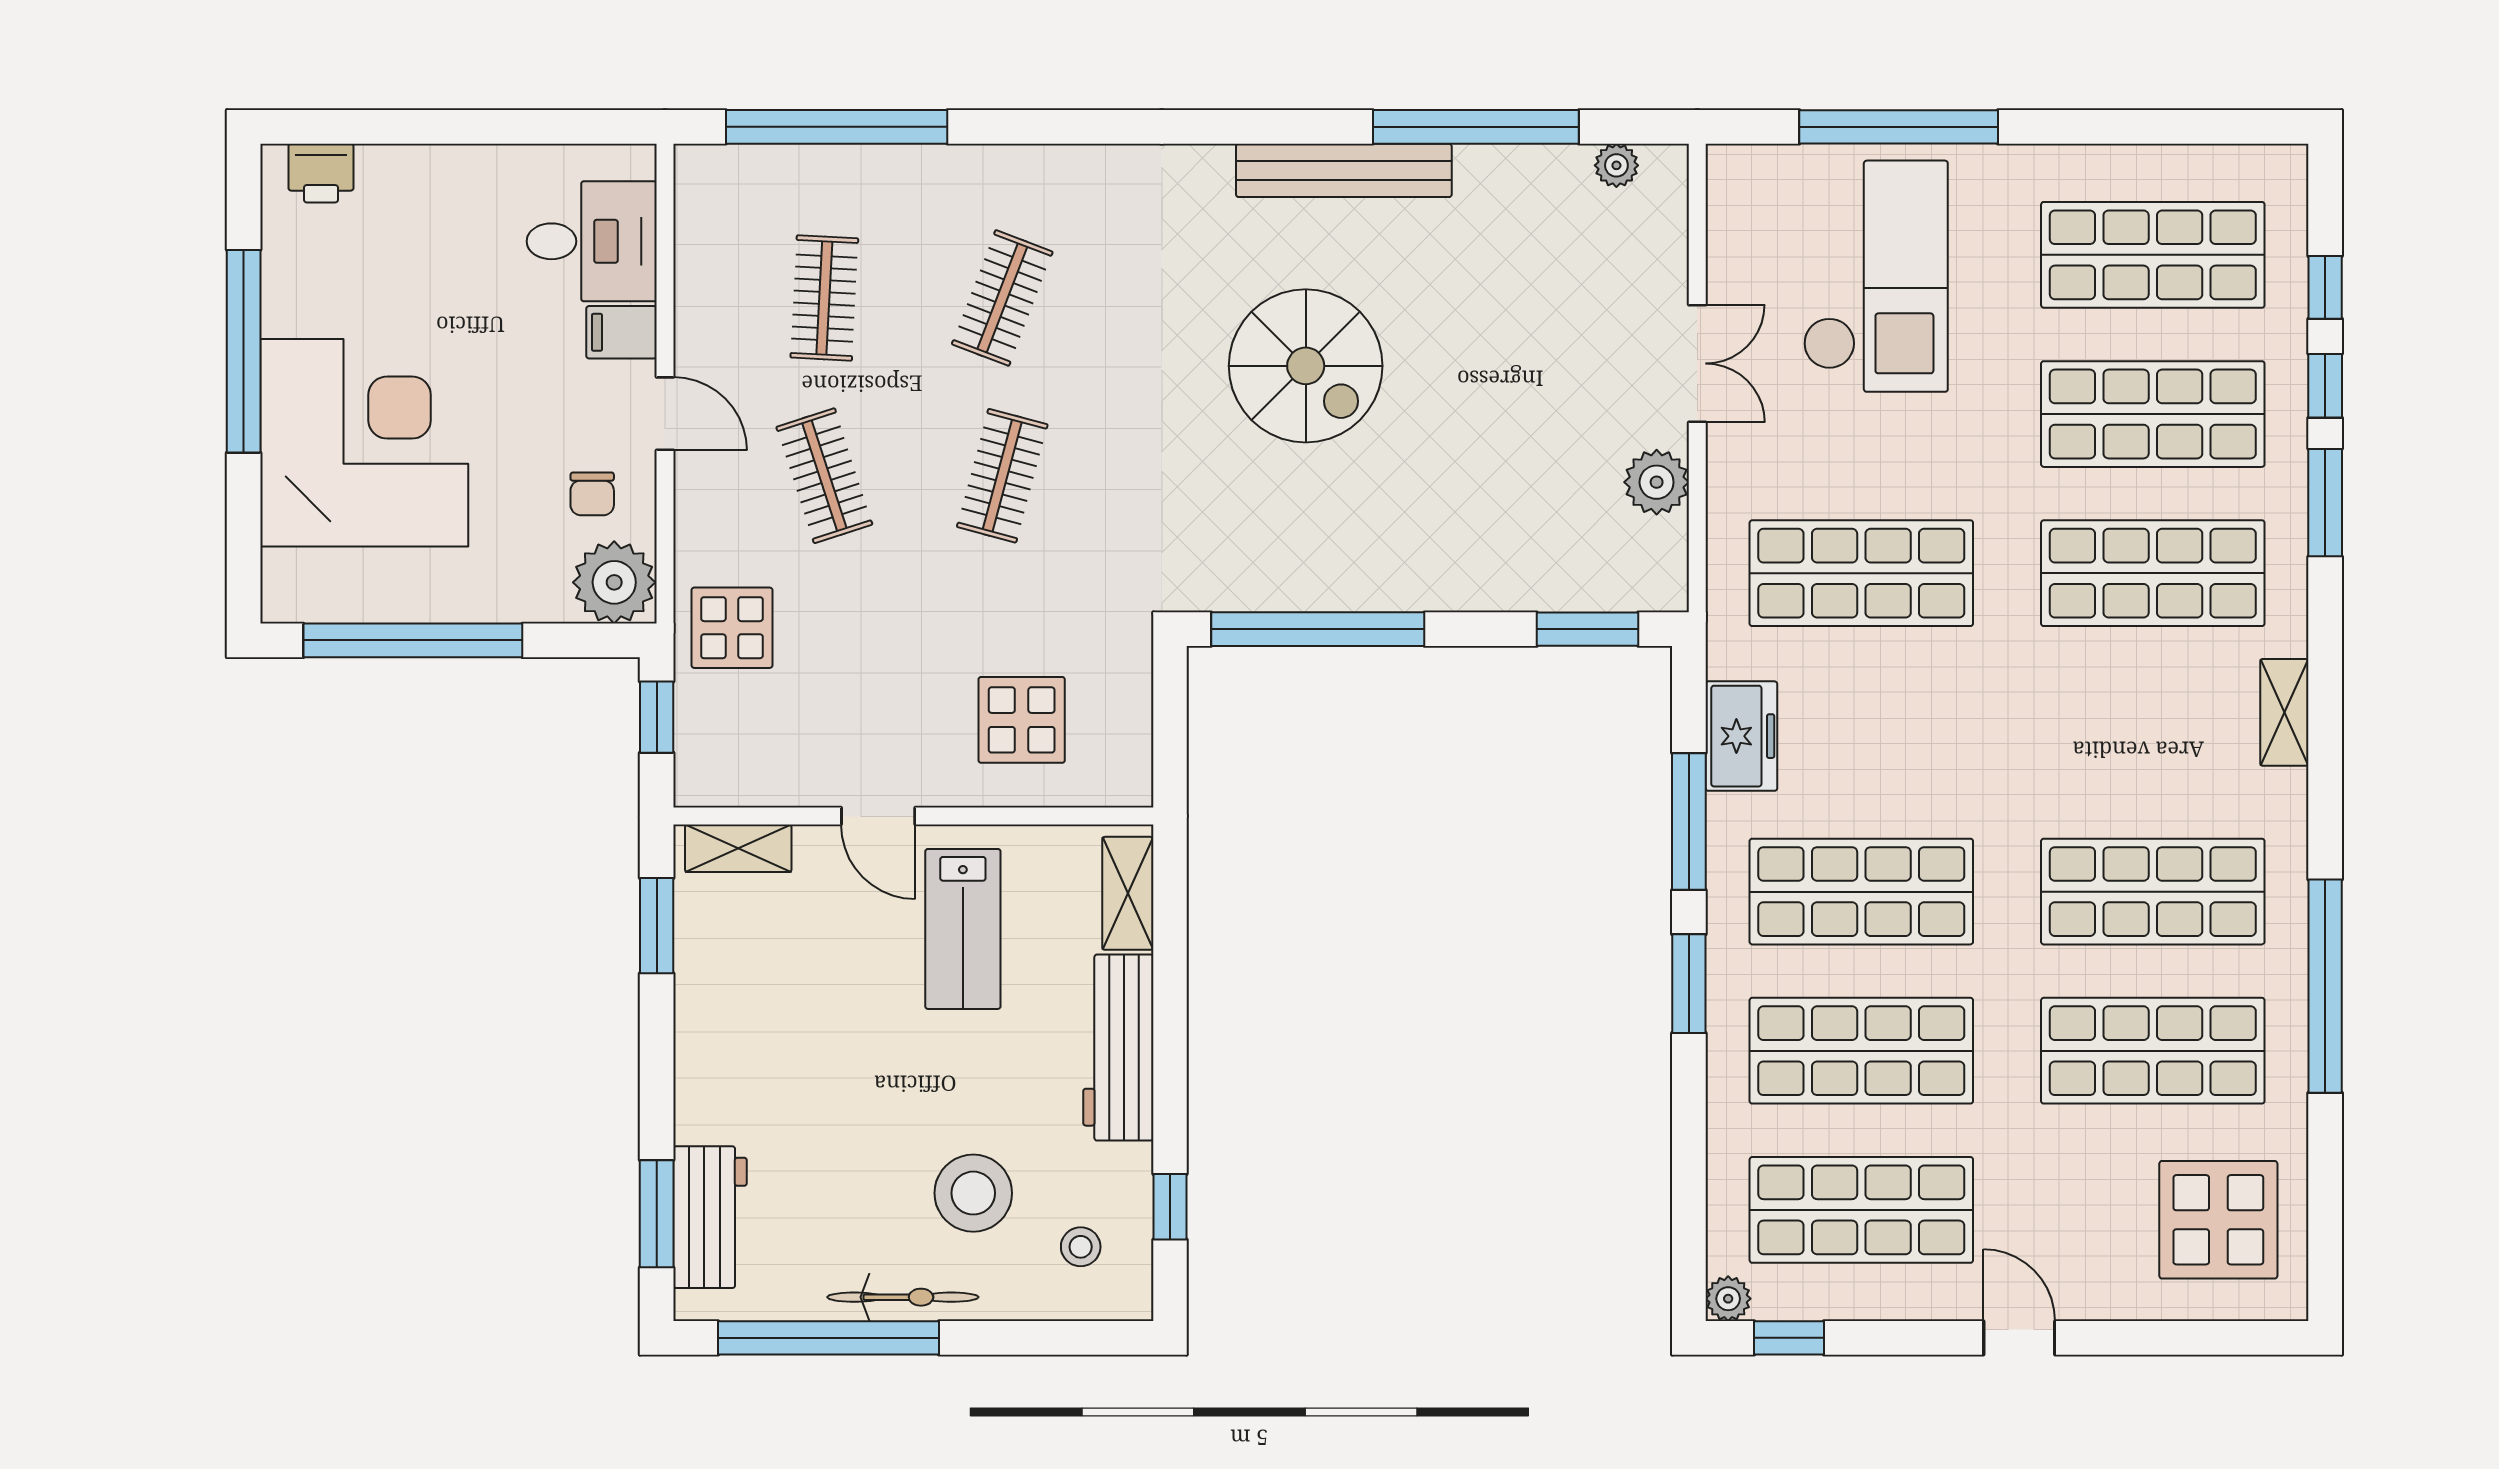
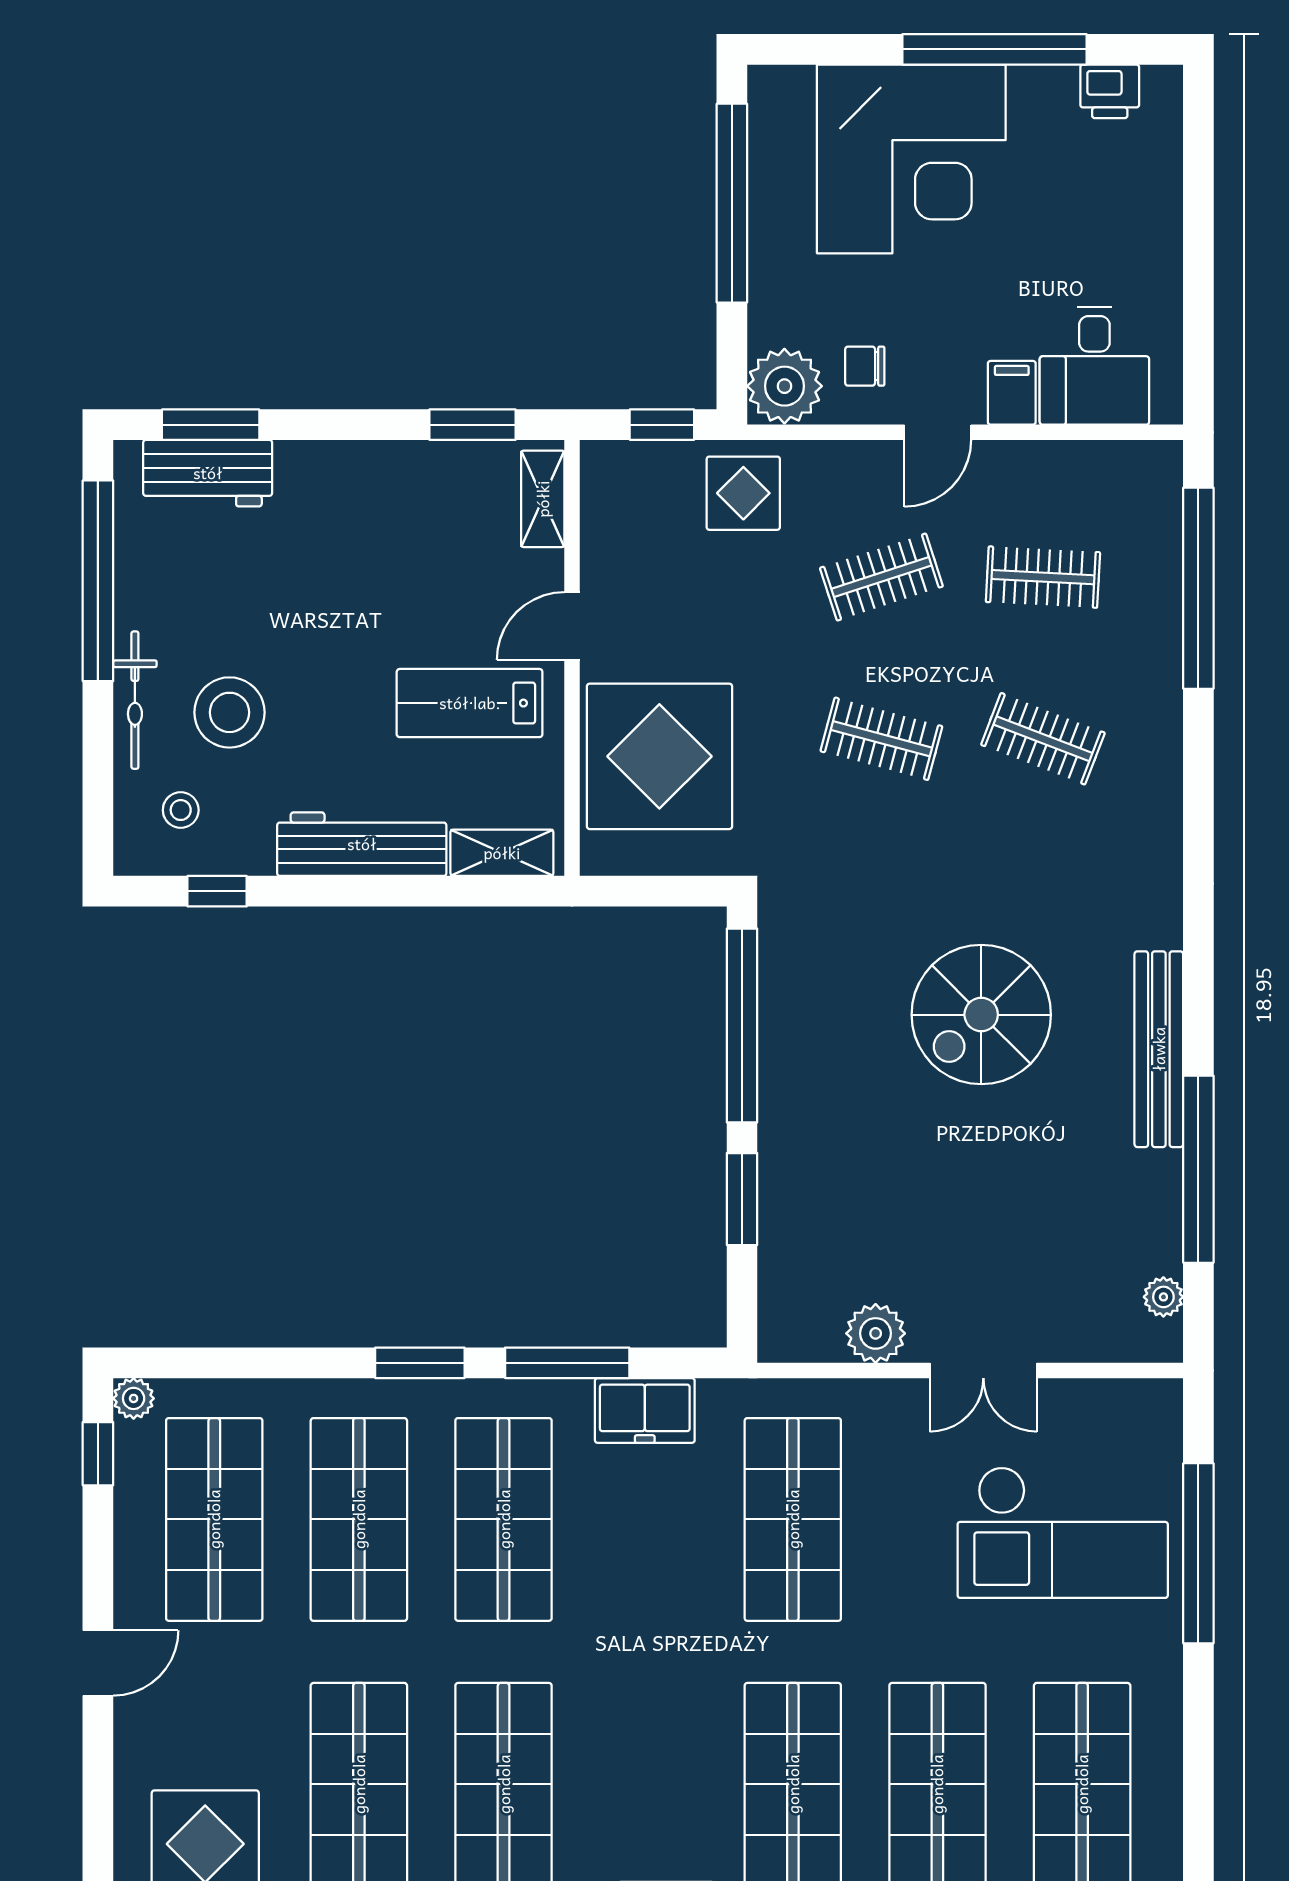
printer: (321, 173) -> (1110, 91), moved, turned -90
window: (1588, 629) -> (742, 1199), moved
display table: (1022, 720) -> (659, 756), width x1.86, depth x1.86
bicycle: (903, 1297) -> (135, 700), moved

